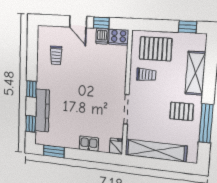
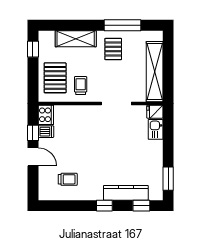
door: (78, 22) -> (33, 157), hinge flipped
kitchen sink: (89, 144) -> (156, 129), moved

